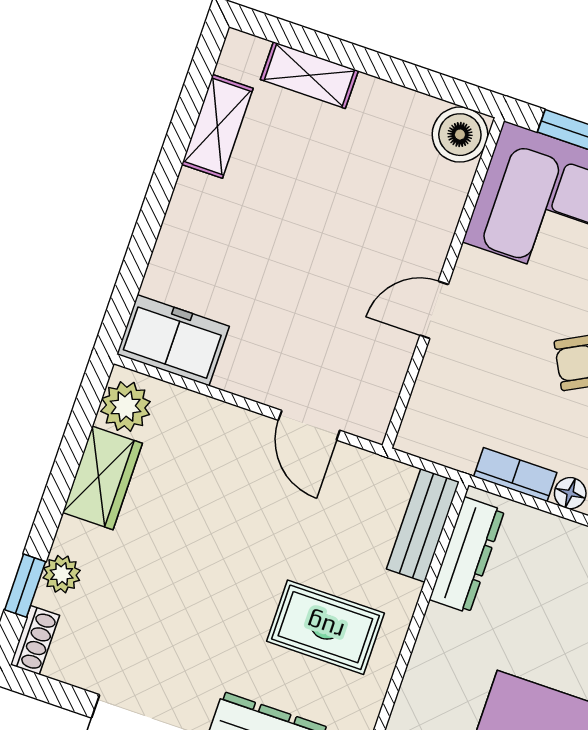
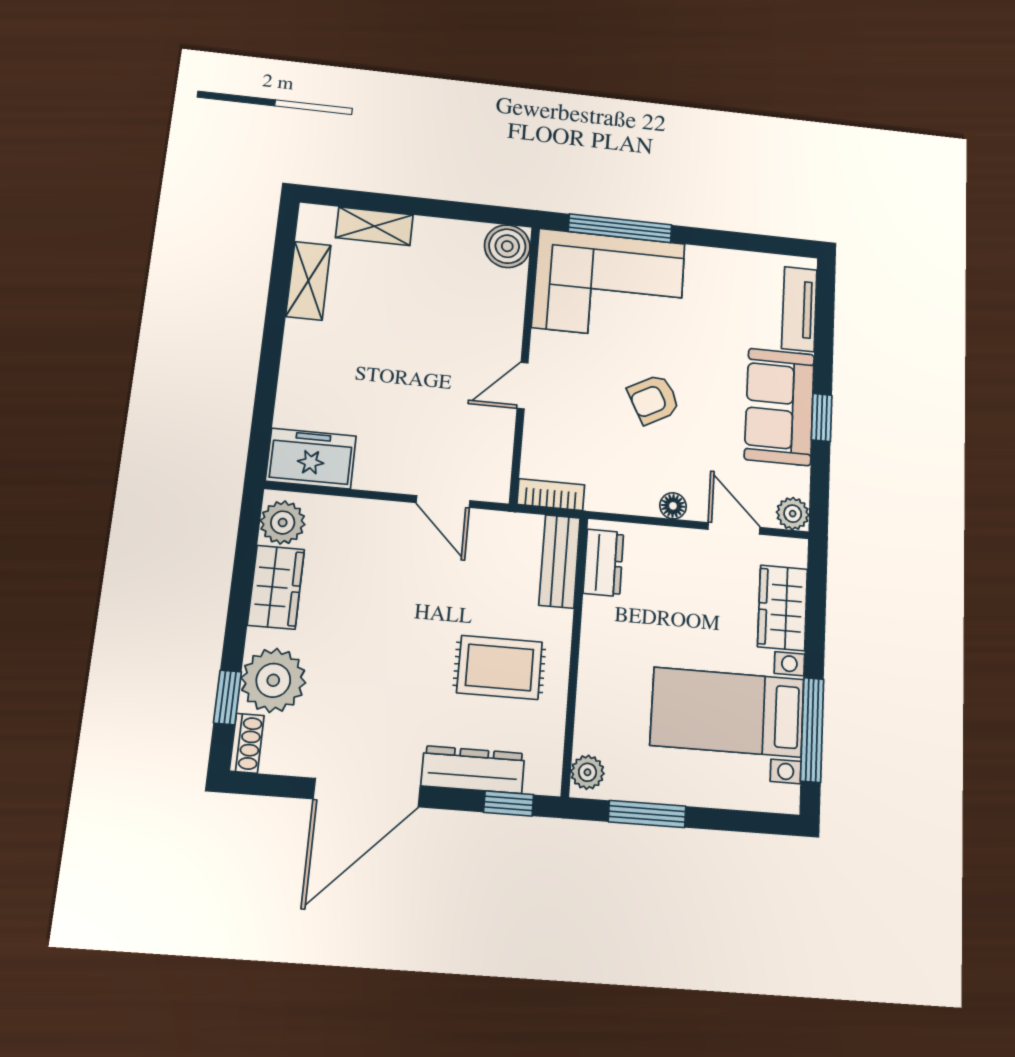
bookcase: (515, 474) -> (551, 495), moved
dresser: (467, 555) -> (603, 563), width x0.70
plant: (62, 574) -> (273, 680), width x1.87, depth x1.87

